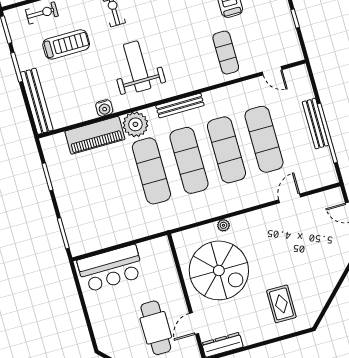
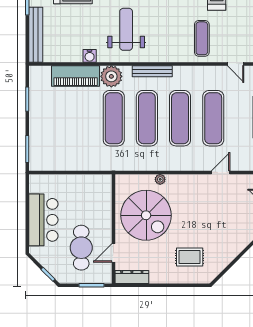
bar counter: (110, 268) -> (43, 220), moved, turned -90
rug: (281, 304) -> (190, 257), turned 90

